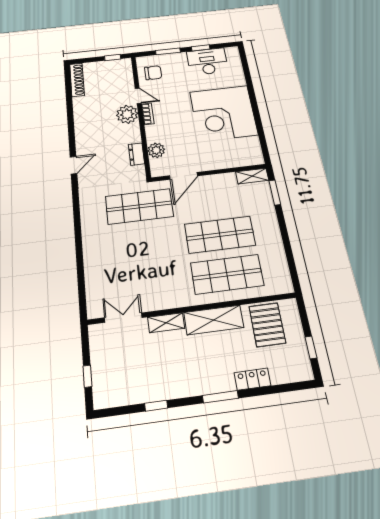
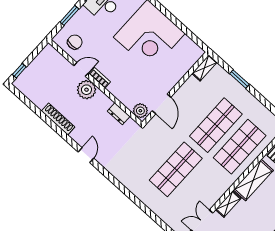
window: (113, 57) -> (19, 71), moved
shoe rack: (77, 80) -> (58, 119), moved
plant: (156, 150) -> (140, 111), moved
window: (275, 193) -> (239, 79), moved
shop shelf: (139, 206) -> (176, 169), moved

